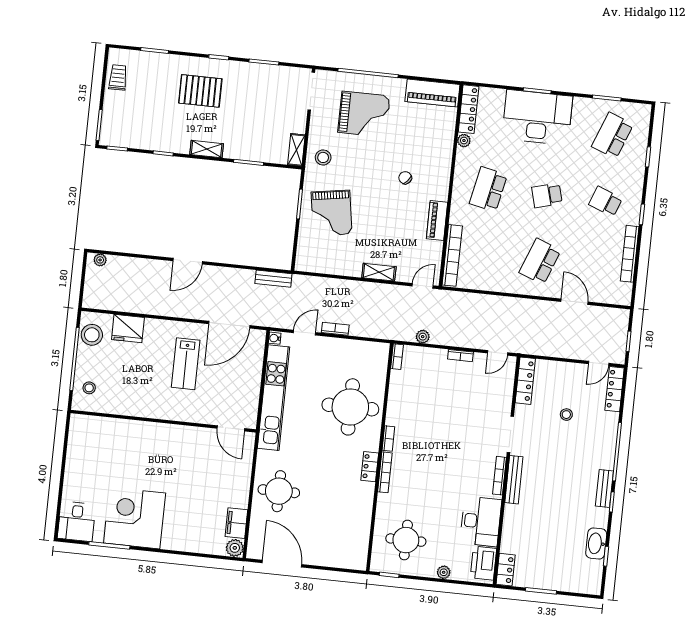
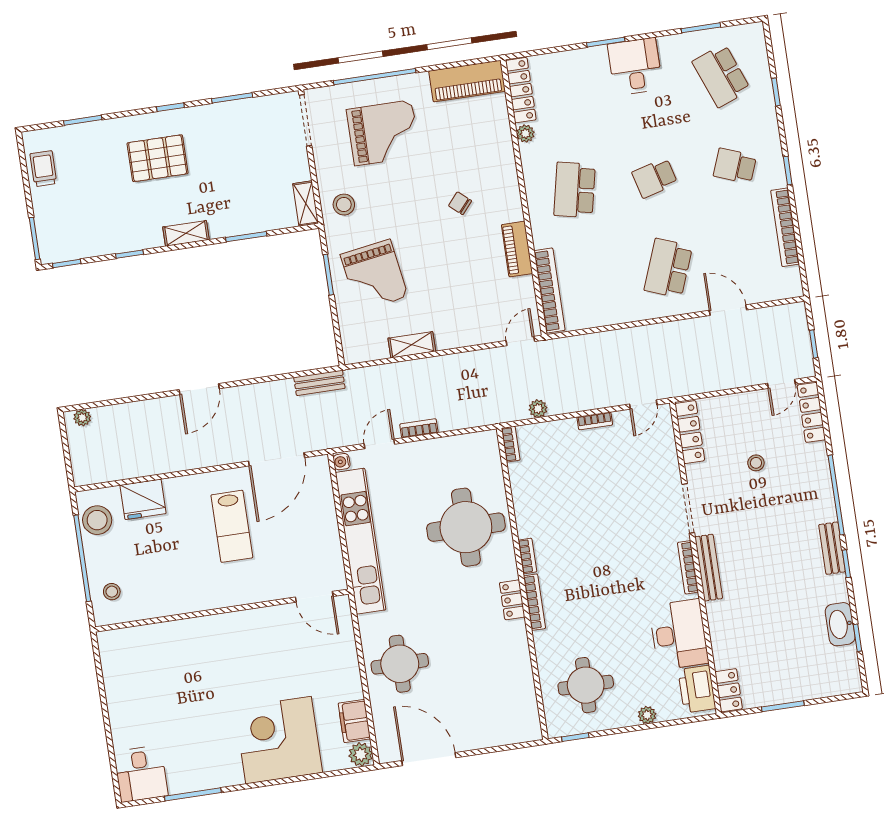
desk: (537, 117) -> (635, 67), width x0.53, depth x0.77
school desk: (612, 135) -> (721, 76), turned -42
shelving: (379, 272) -> (412, 345), moved
corner desk: (135, 518) -> (278, 740), moved

